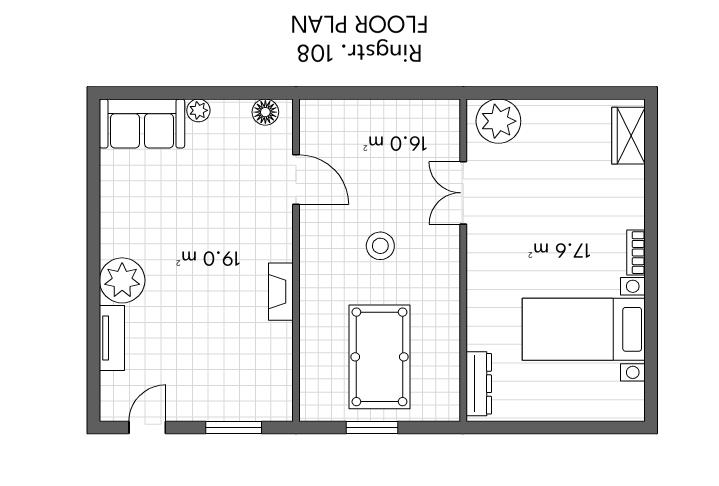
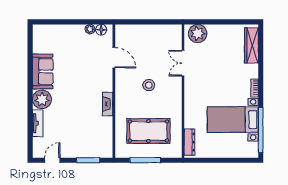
plant: (198, 110) -> (90, 29), moved
sofa: (142, 123) -> (43, 71), moved, turned -90
wardrobe: (628, 136) -> (251, 45), width x1.50
window: (651, 355) -> (261, 130), added
pool table: (379, 357) -> (148, 131), turned 90
window: (372, 427) -> (145, 160), width x1.44

